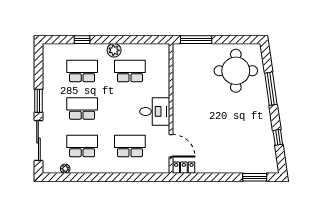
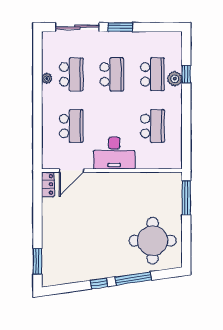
plant: (114, 50) -> (175, 79), moved
desk: (155, 111) -> (114, 153), width x1.37
window: (278, 137) -> (99, 283), moved
plant: (65, 169) -> (47, 78), moved

